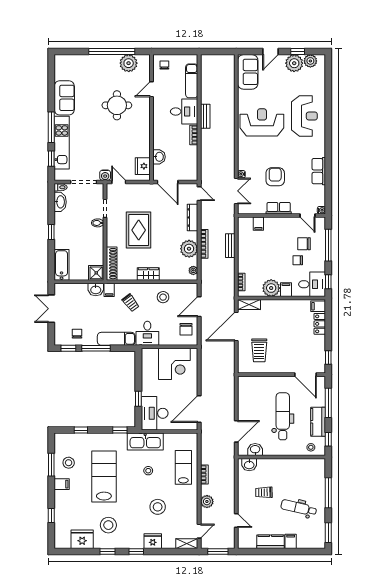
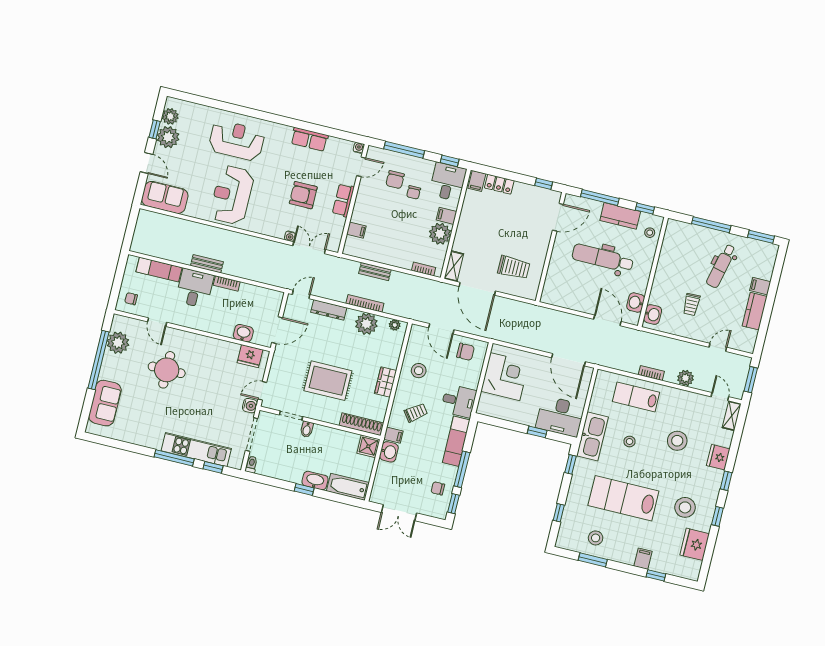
sofa: (64, 98) -> (105, 403), moved, turned 90
washbasin: (60, 202) -> (315, 481), moved
filing cabinet: (62, 484) -> (643, 559), moved

